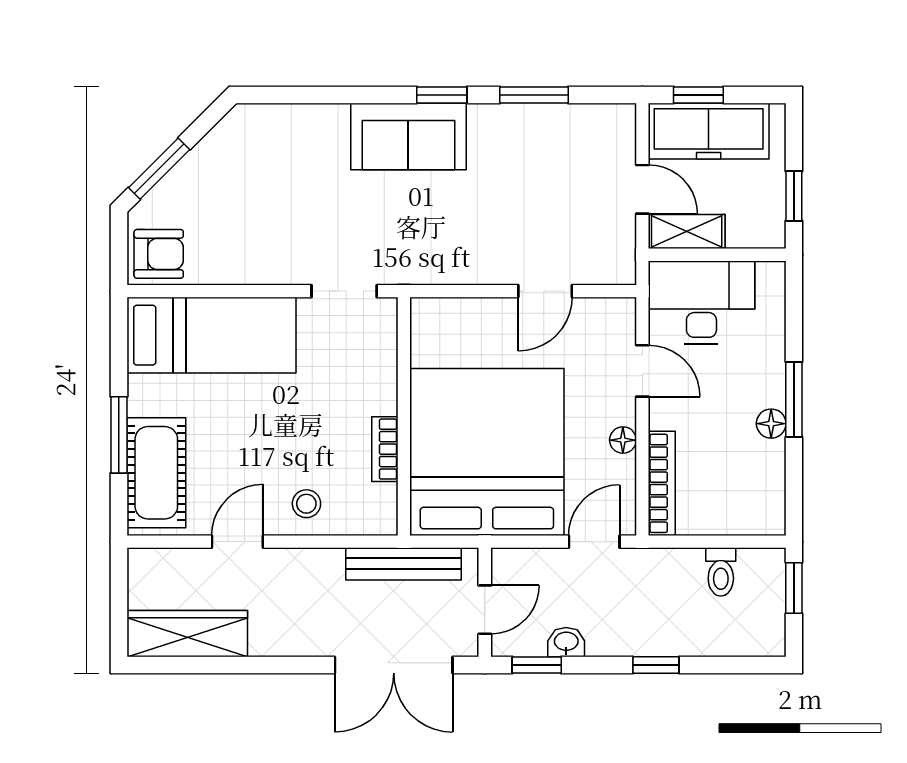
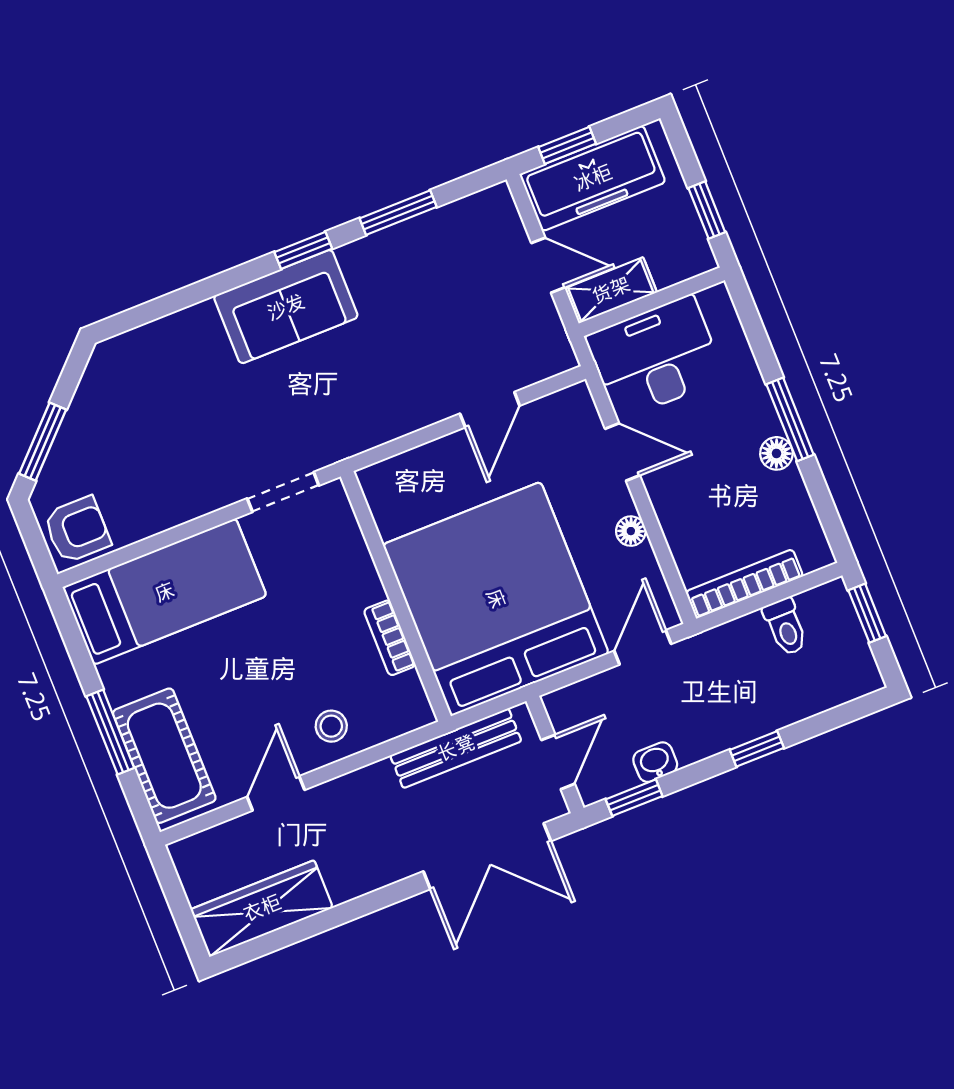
bookcase: (662, 483) -> (744, 584), moved, turned -90

